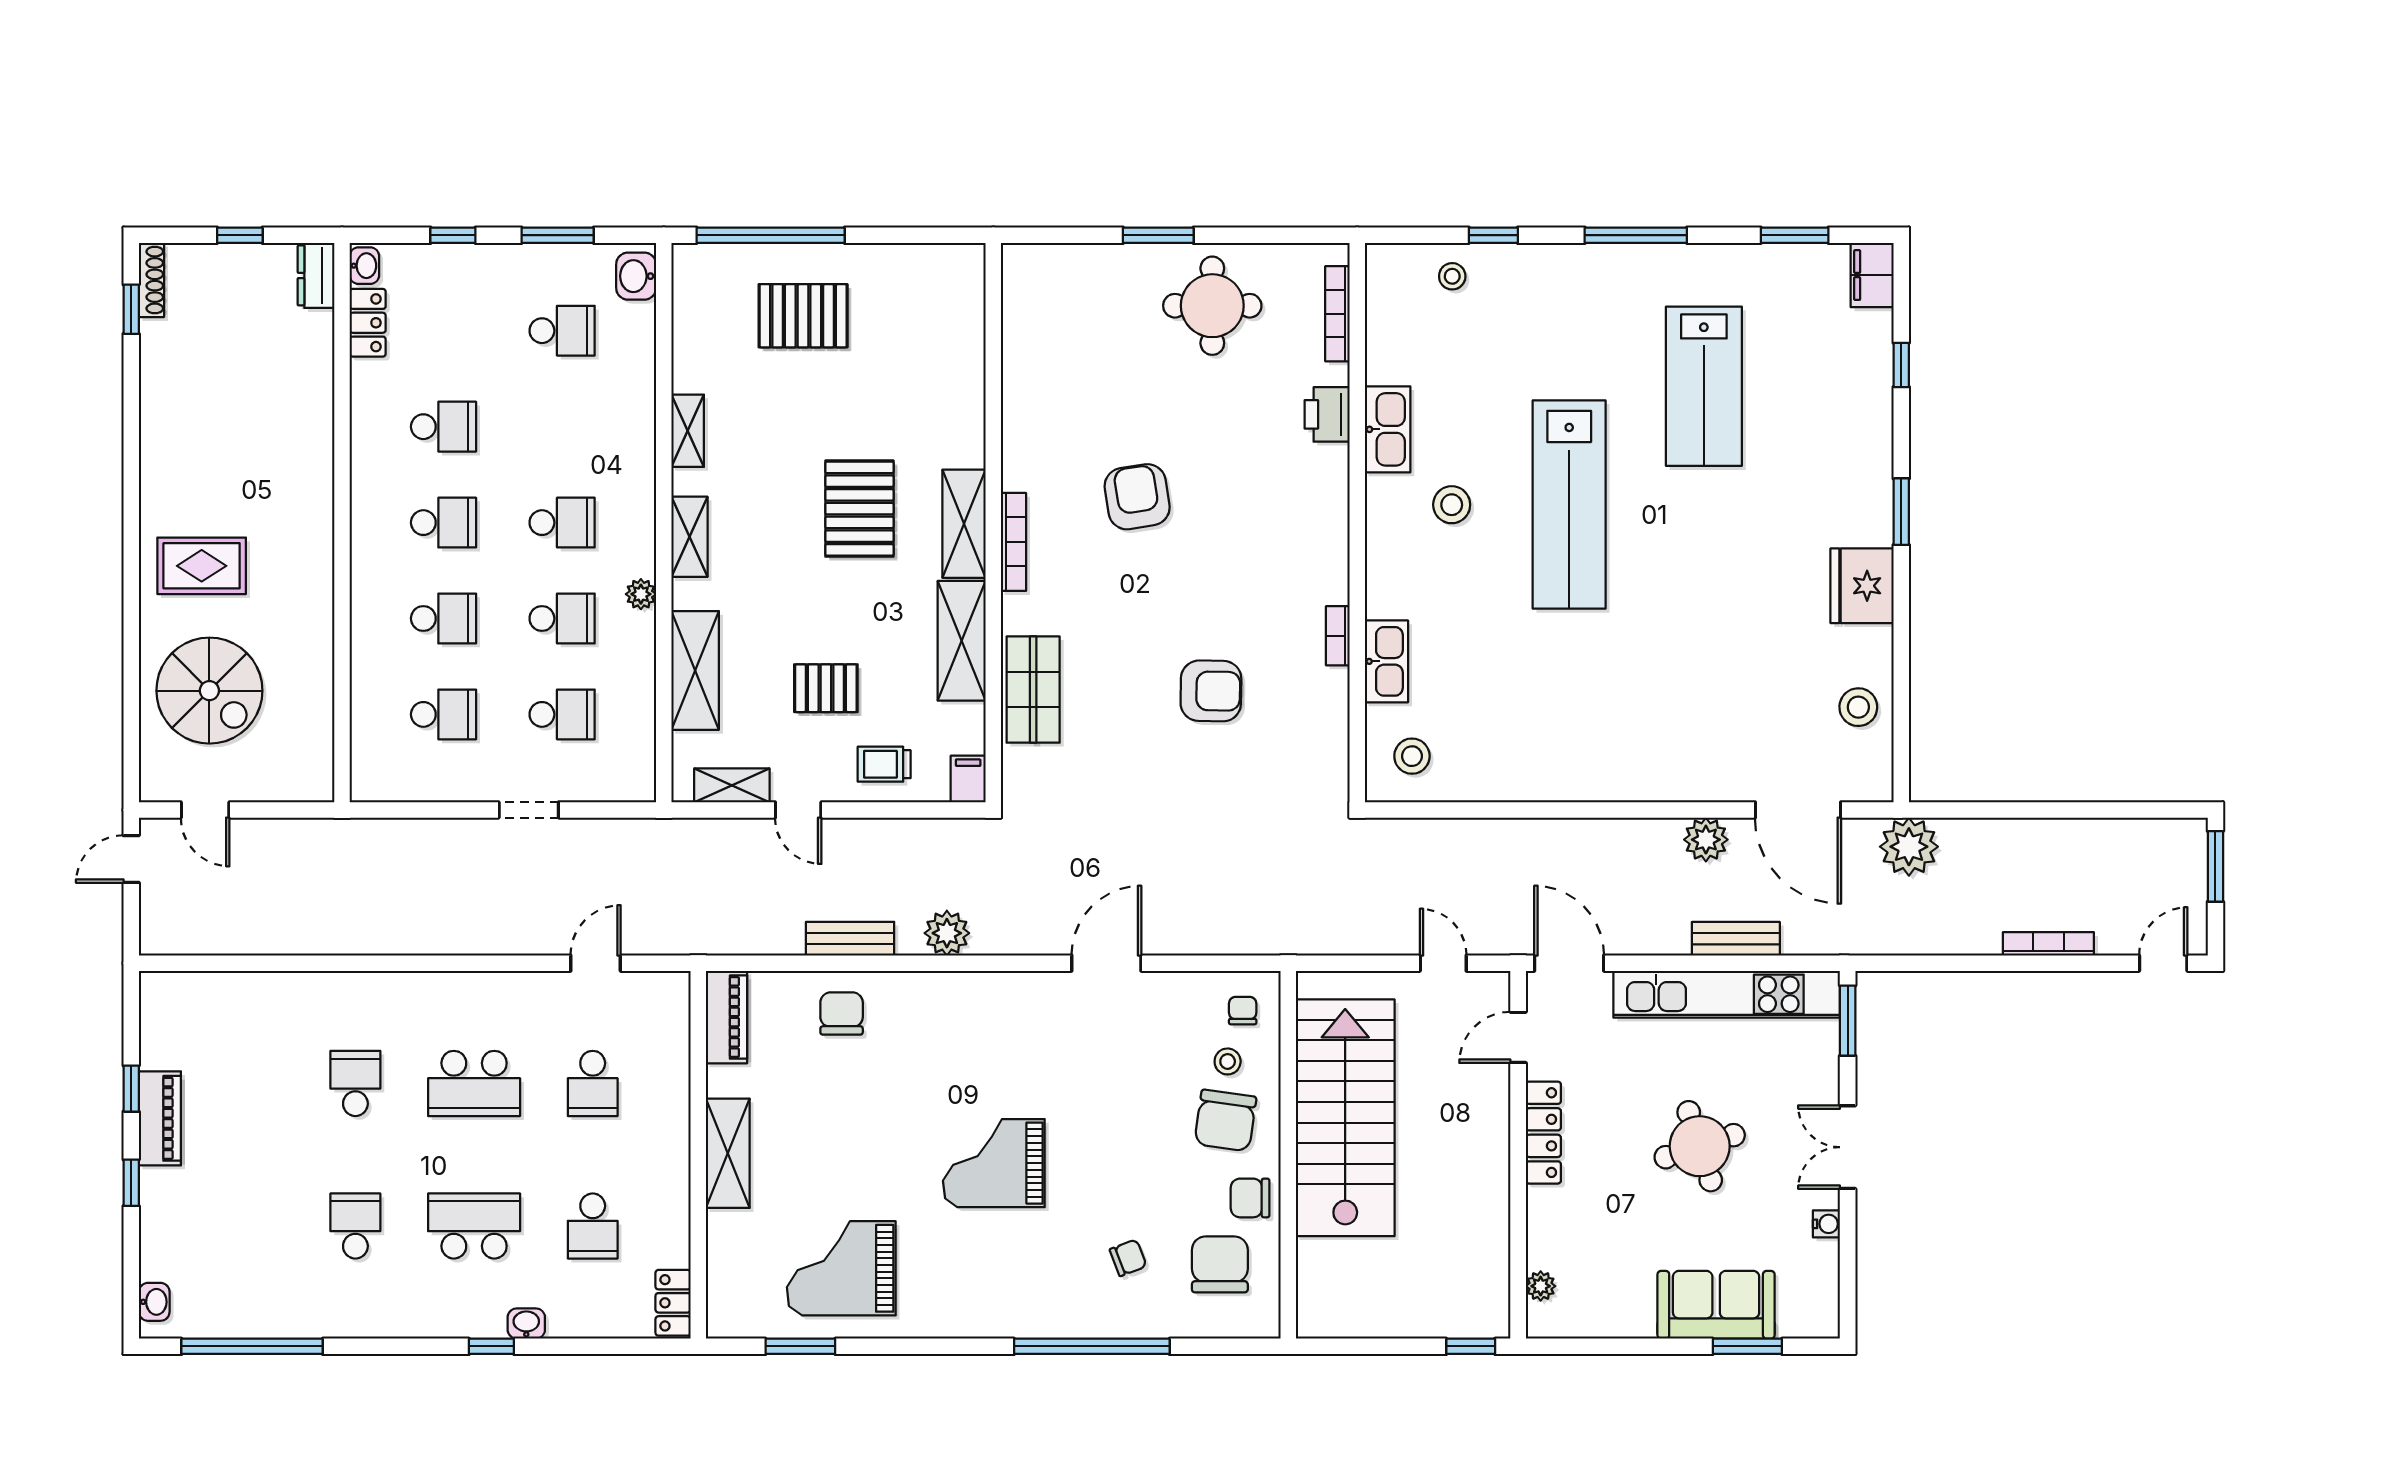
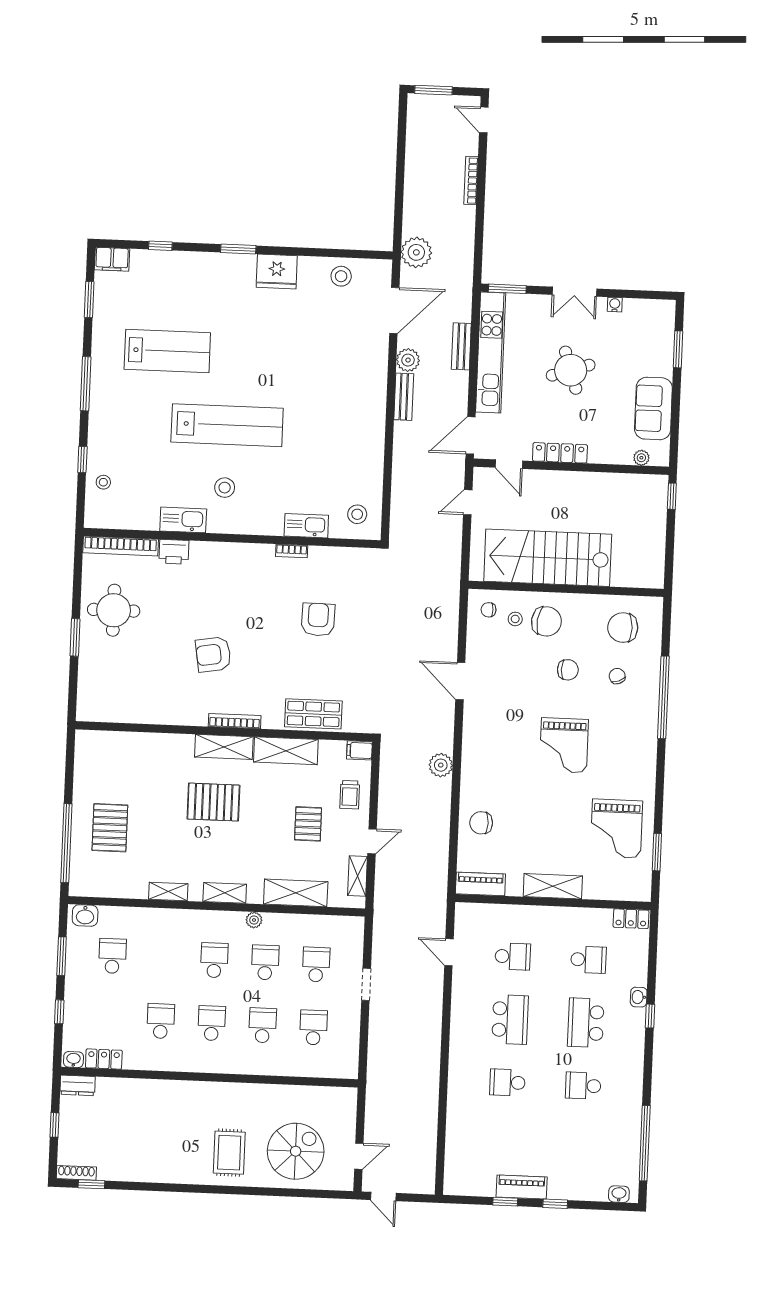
bookcase: (1337, 314) -> (121, 546), width x1.48, depth x1.31
bench: (850, 939) -> (404, 397), moved
chair: (1250, 1198) -> (568, 670), moved, turned -90
sofa: (1716, 1305) -> (653, 408), moved

